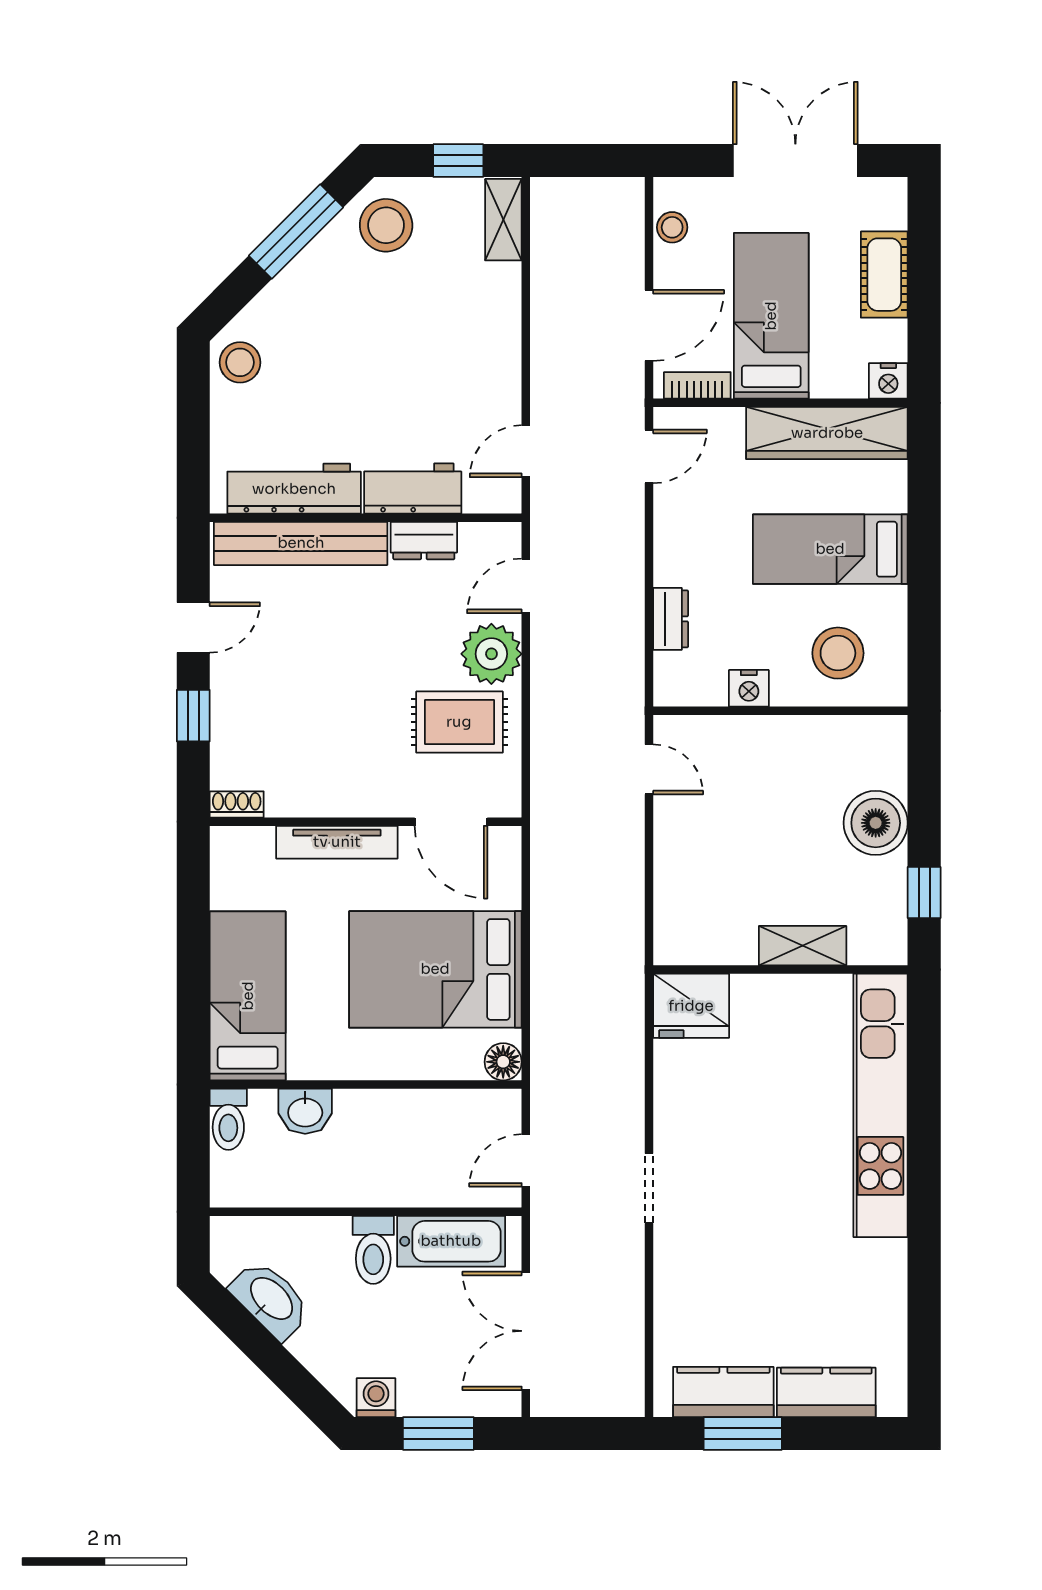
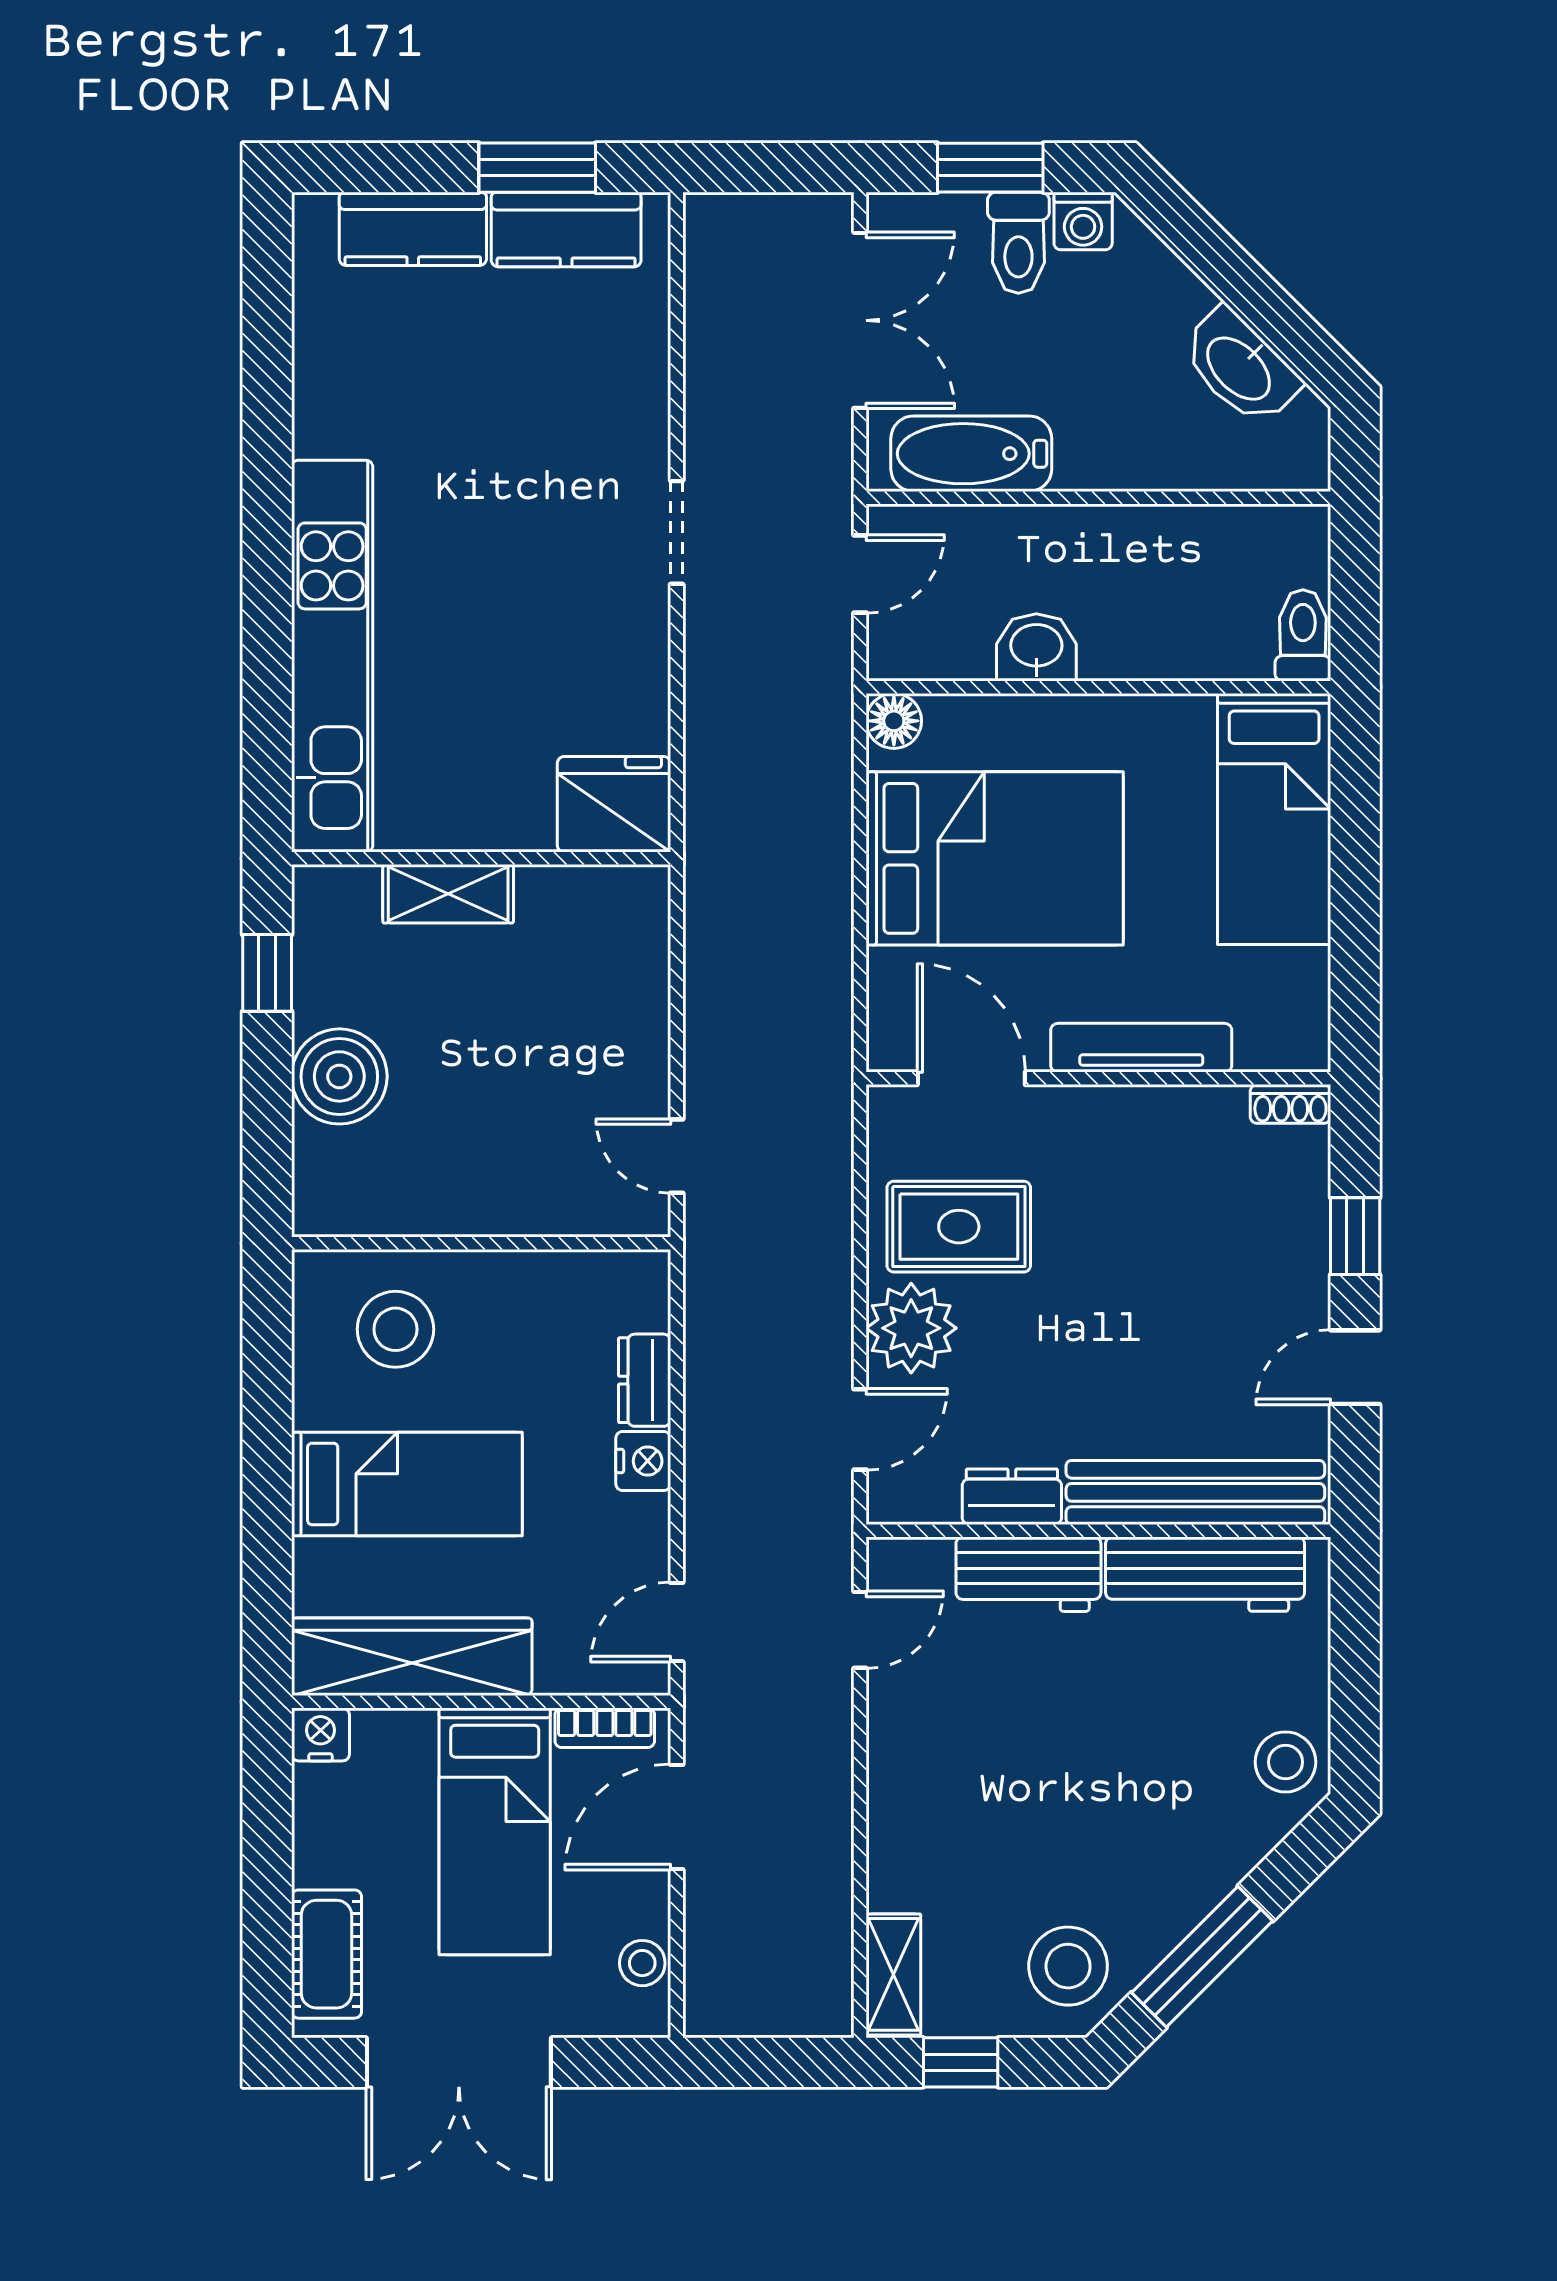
cot: (884, 275) -> (326, 1954), moved
nightstand: (749, 688) -> (643, 1461), moved, turned 90
washbasin: (305, 1111) -> (1036, 647), moved
toilet: (373, 1250) -> (1018, 243), moved, turned 180

